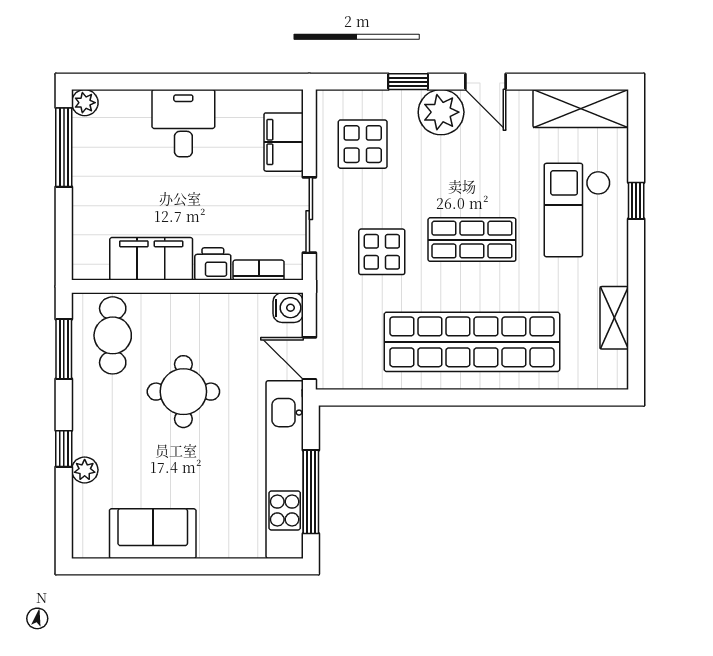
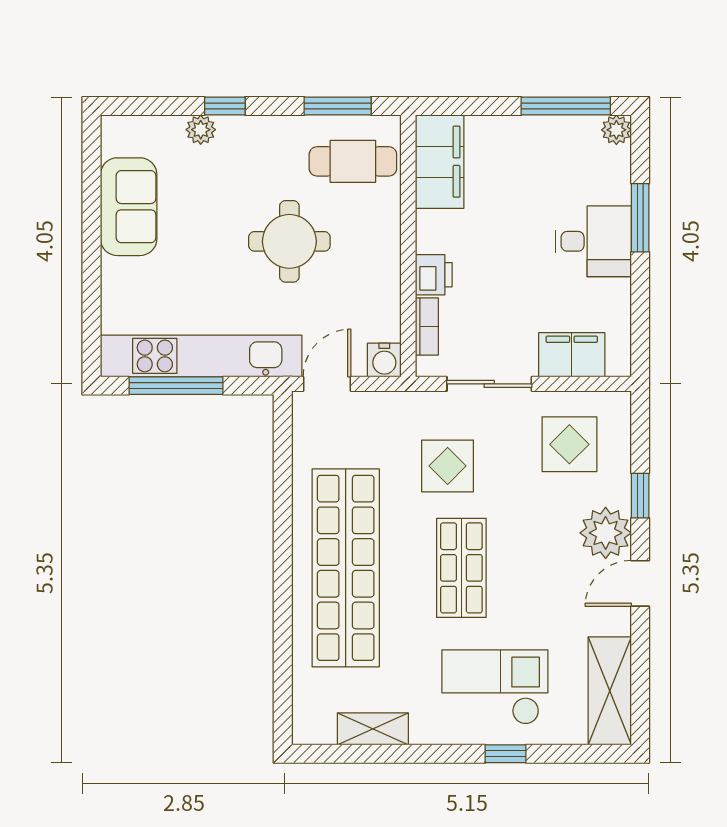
window: (163, 82) -> (640, 218), added
filing cabinet: (151, 259) -> (440, 162), moved

